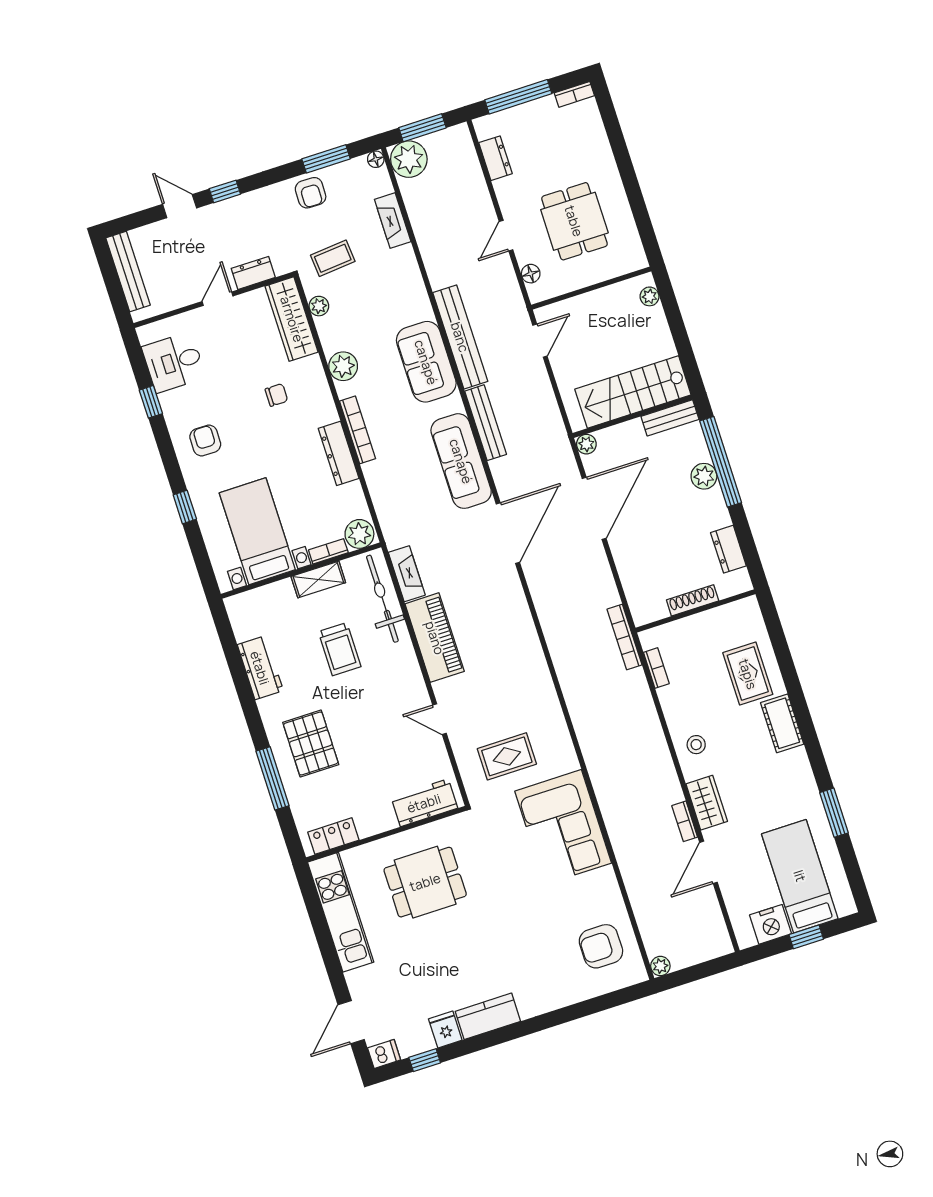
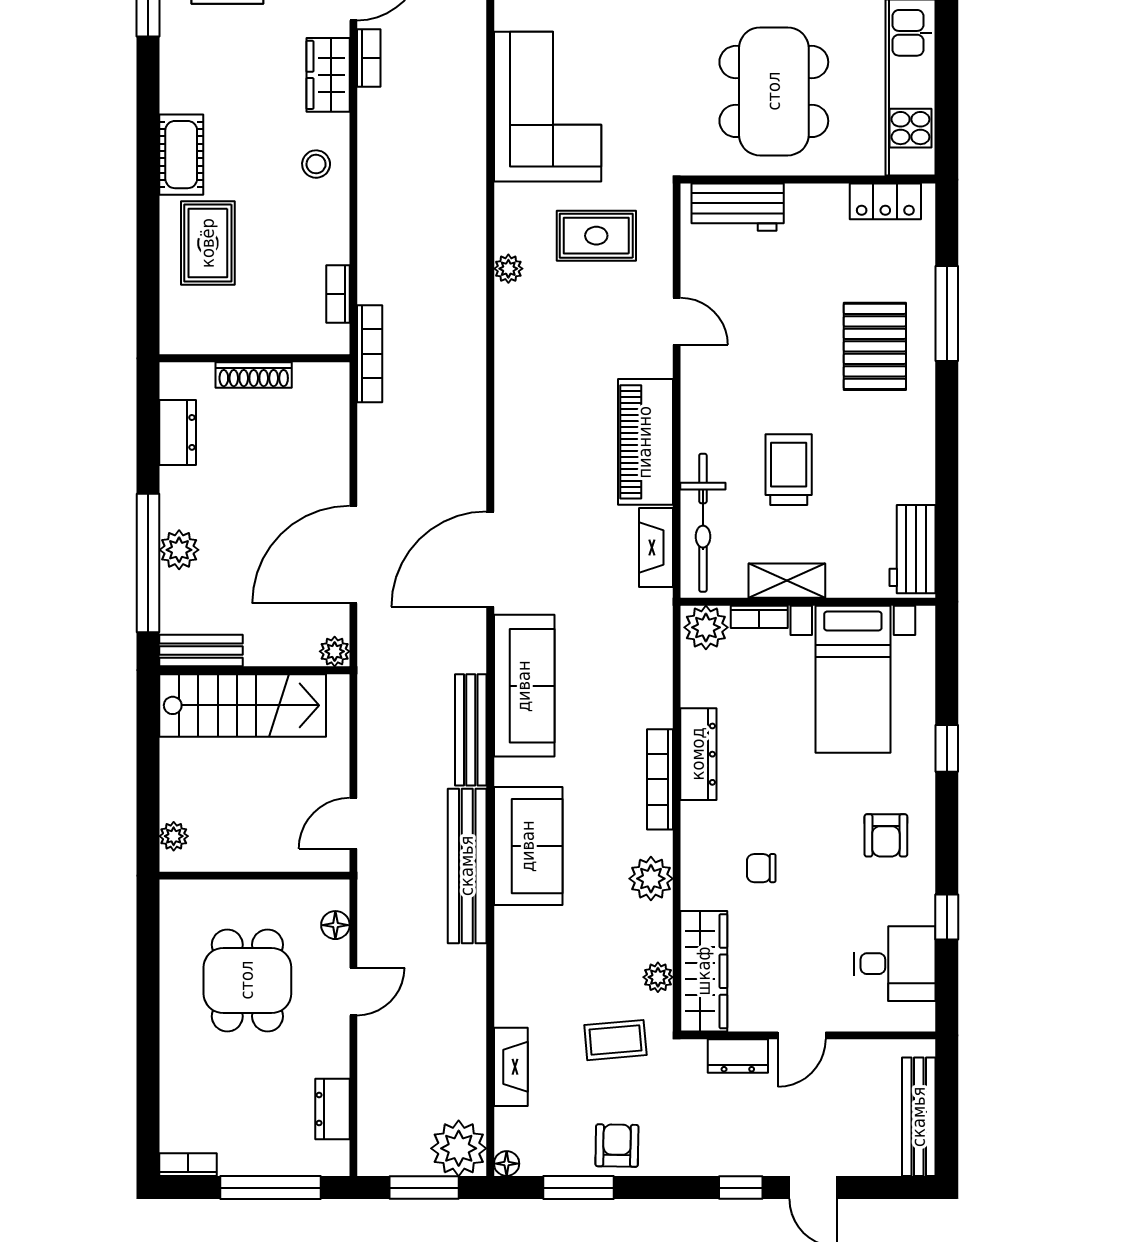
workbench: (260, 668) -> (912, 549), moved
plant: (555, 718) -> (508, 269), added
dining table: (425, 882) -> (774, 91), width x1.37

